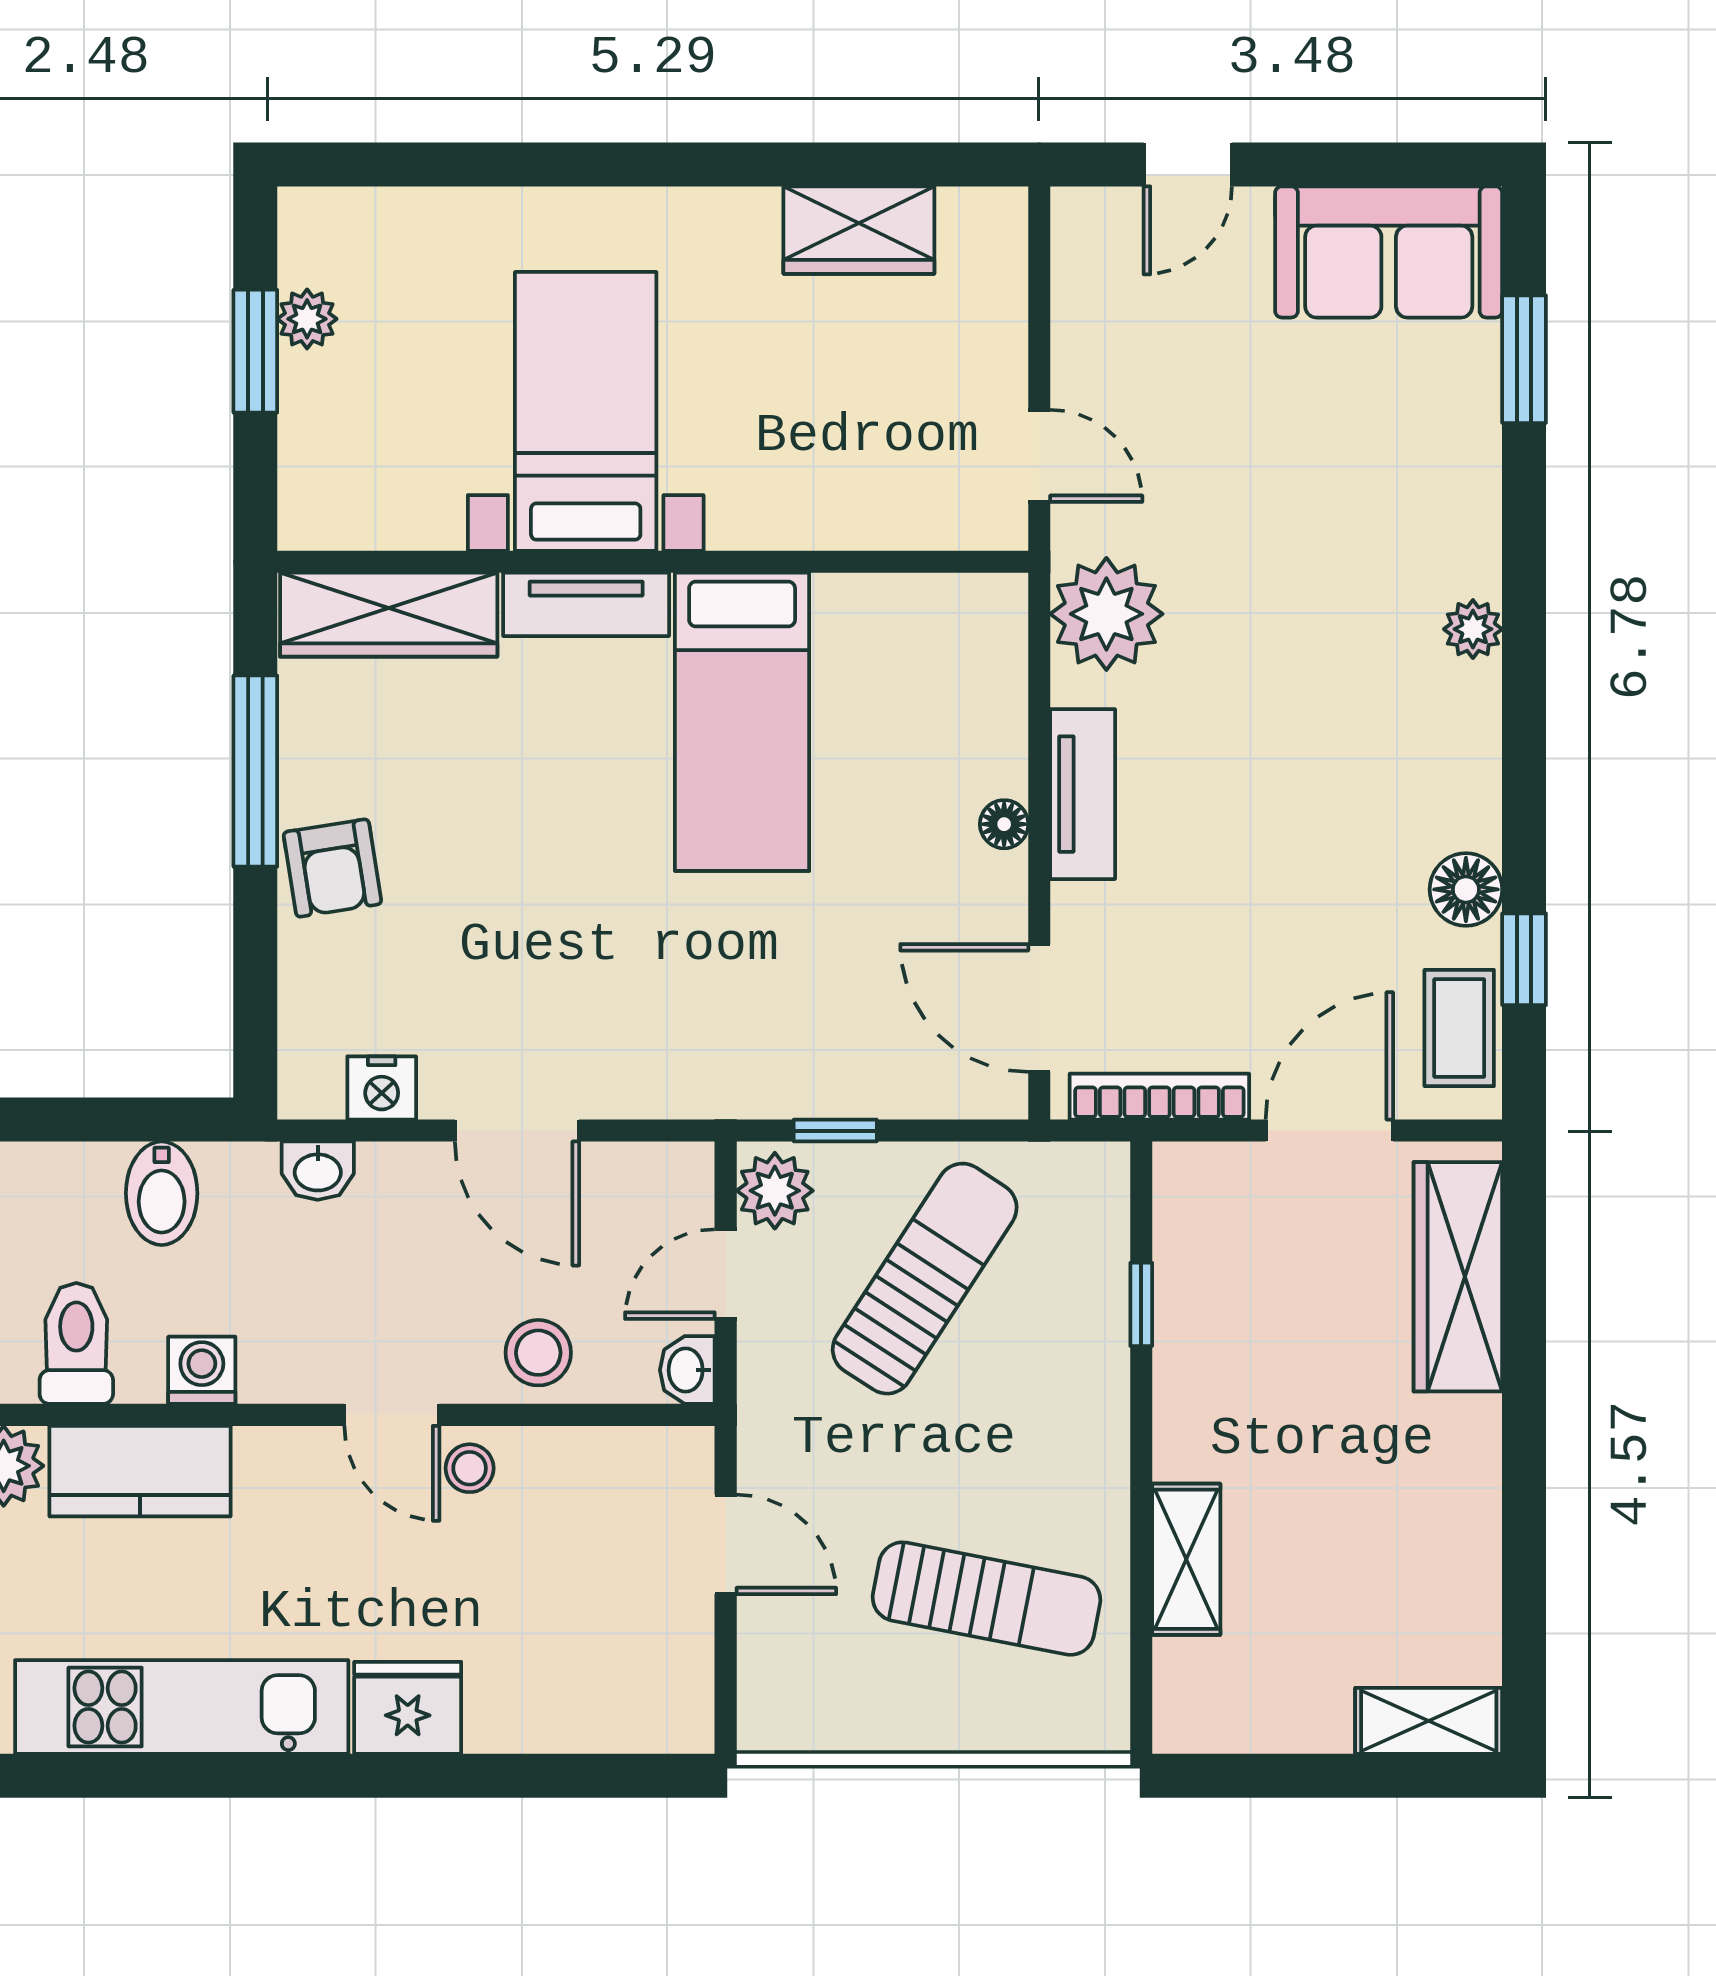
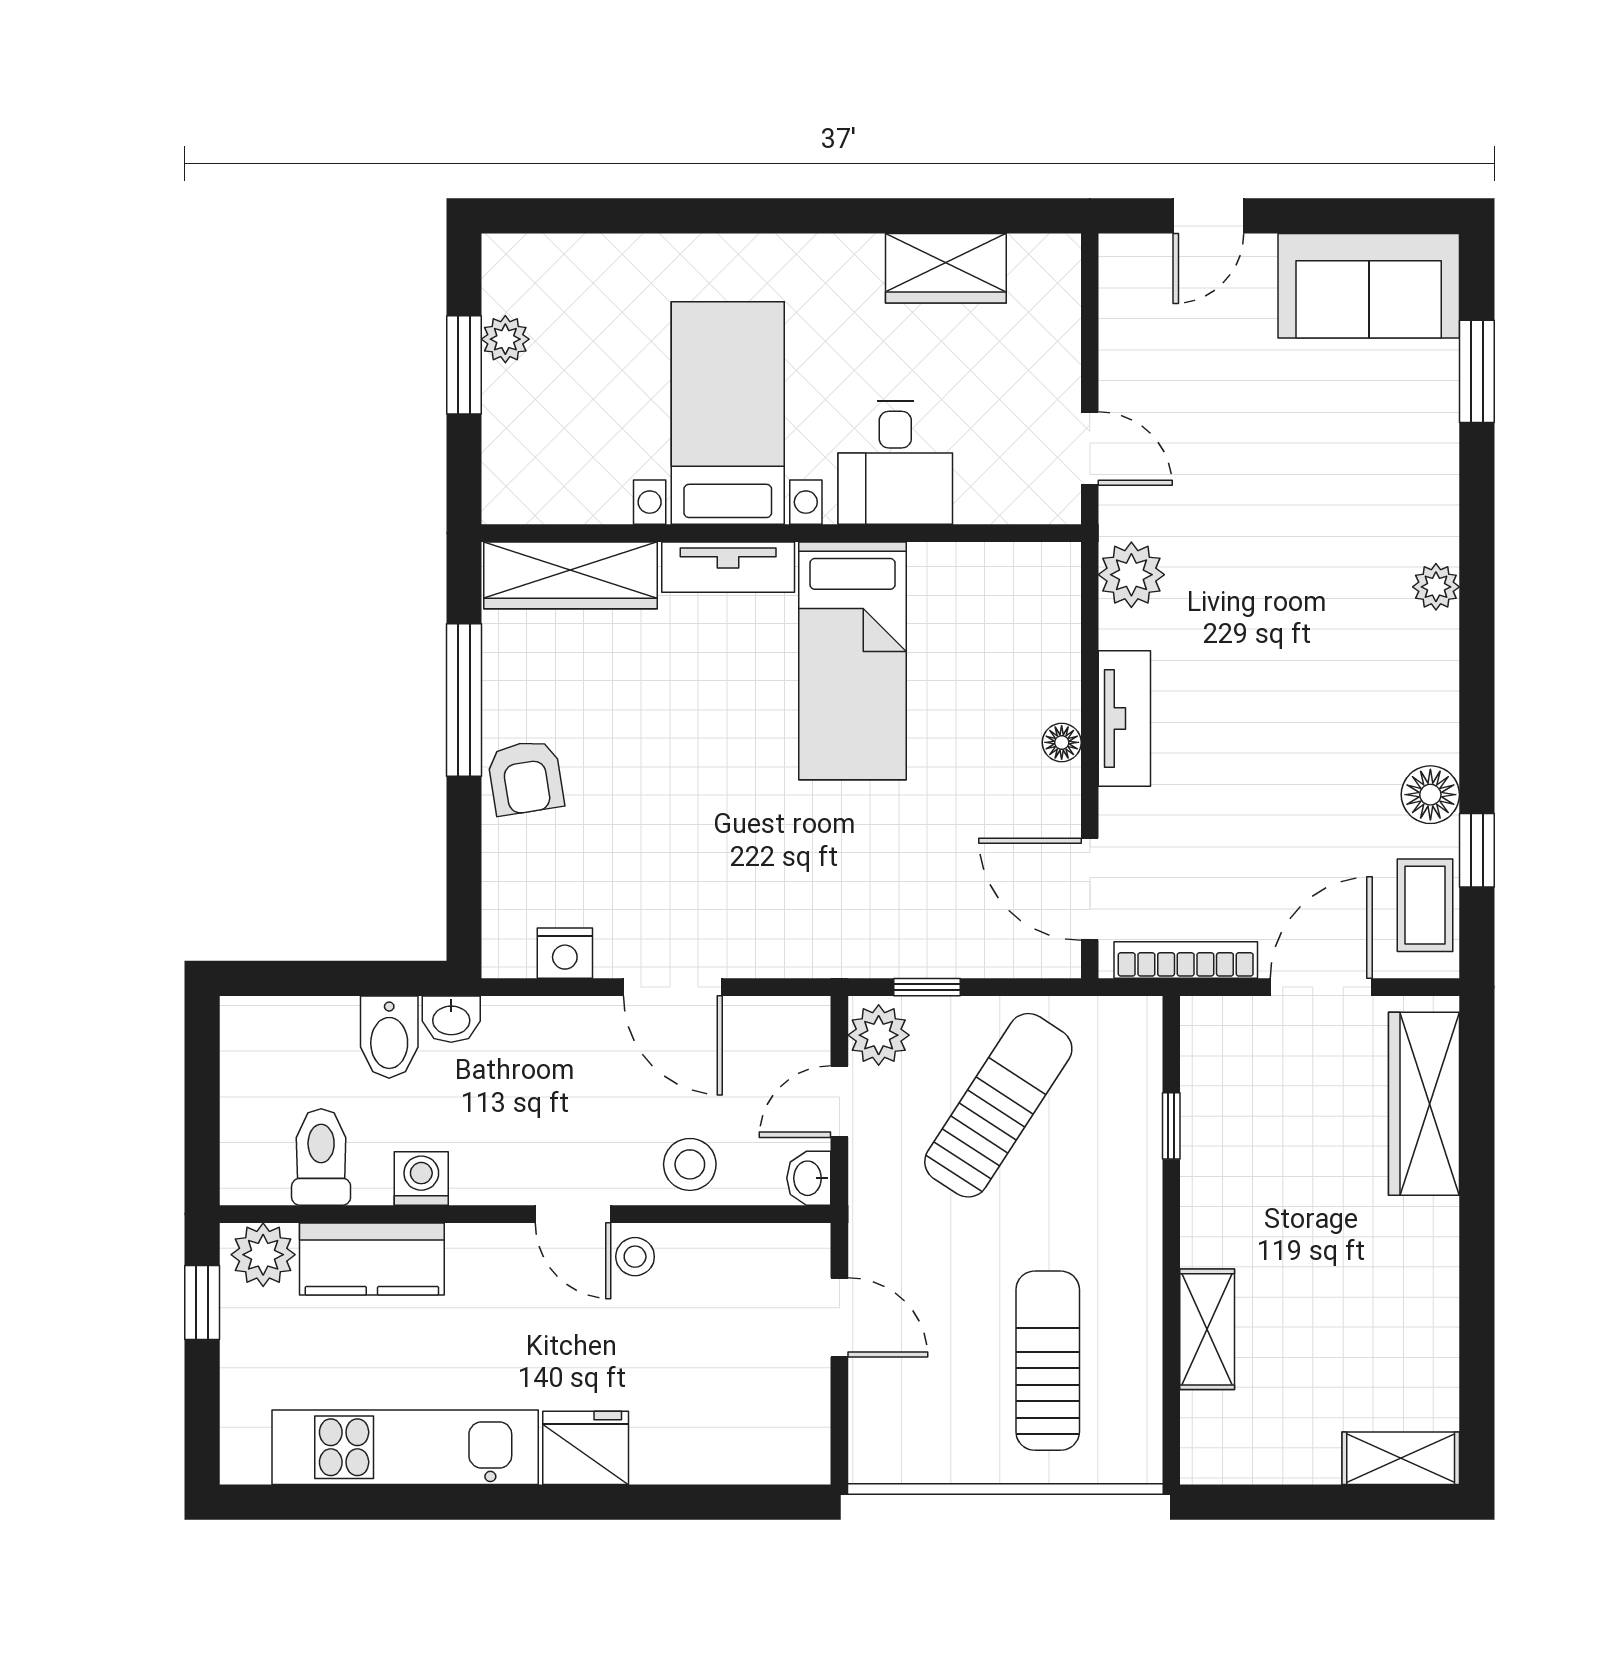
desk: (796, 474) -> (895, 463), added
plant: (1106, 614) -> (1131, 575), width x0.73, depth x0.73
washbasin: (318, 1171) -> (451, 1019), moved
sun lounger: (987, 1599) -> (1048, 1361), turned -101

